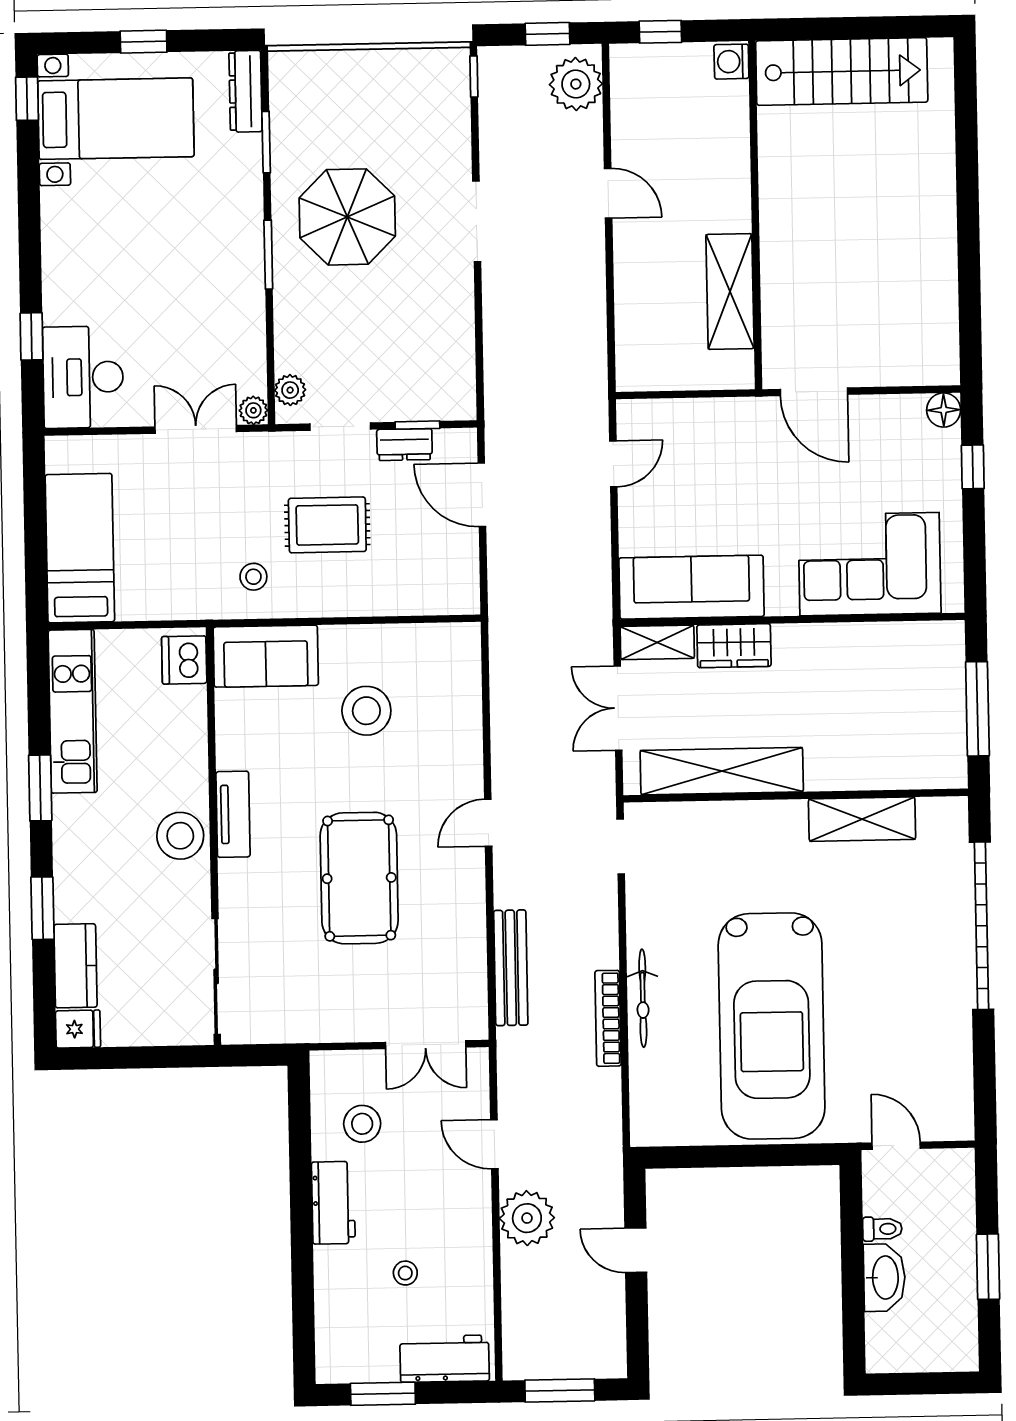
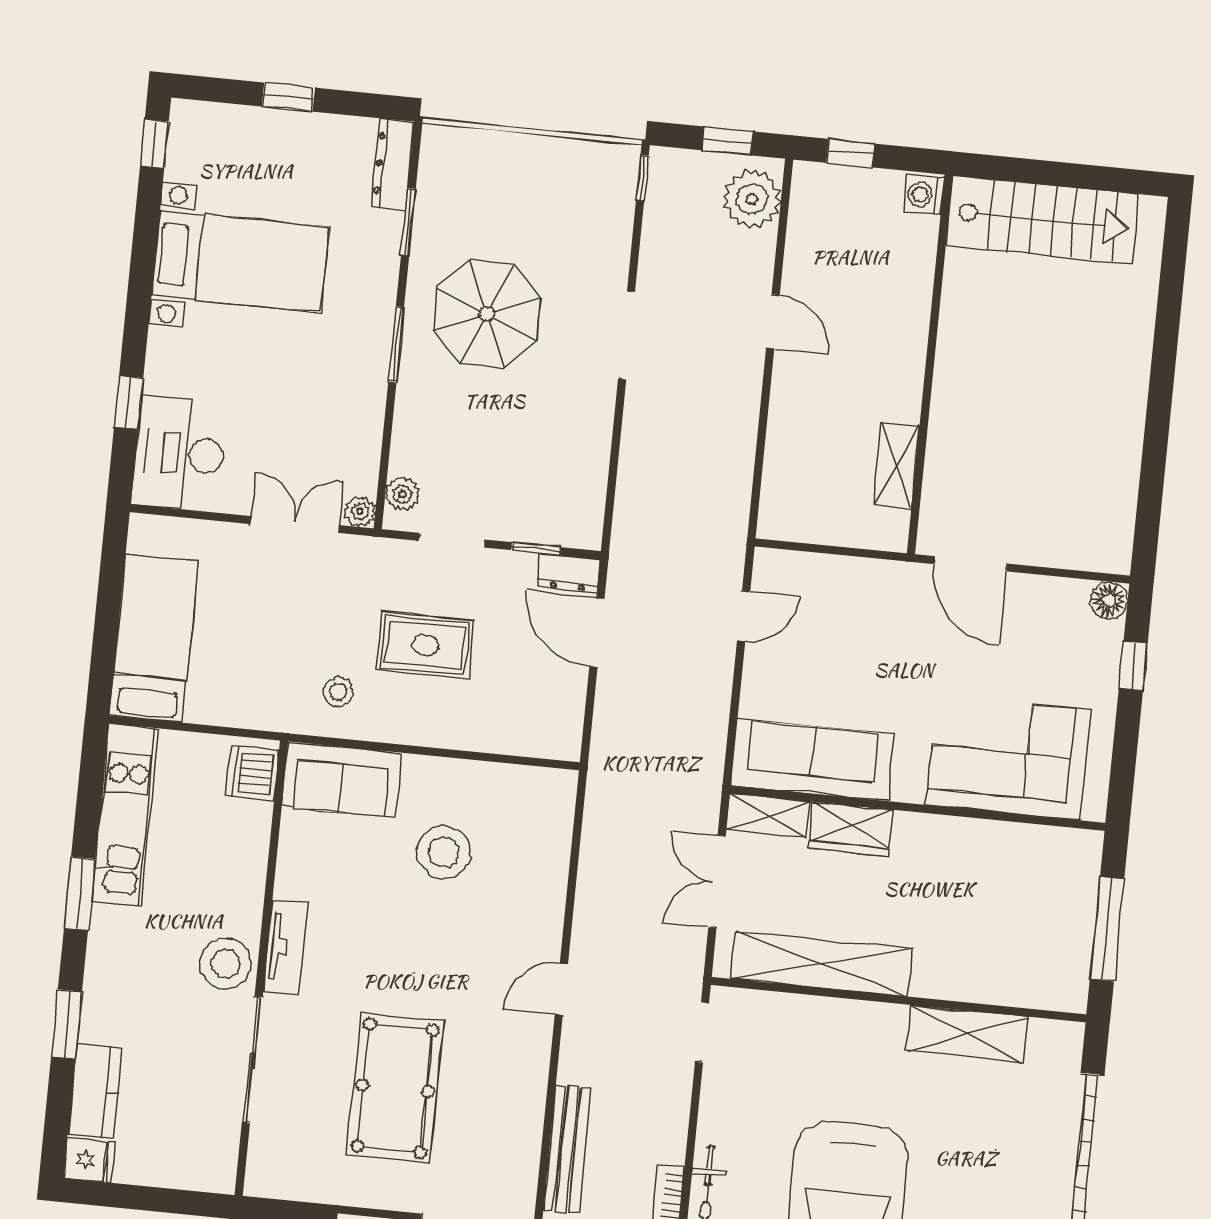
bed with nightstands: (116, 119) -> (240, 261), moved
shelving: (730, 292) -> (897, 466), width x0.67, depth x0.75
dresser: (404, 445) -> (569, 573), moved
pool table: (359, 878) -> (395, 1088), moved
sliding door: (216, 976) -> (252, 1060), moved

